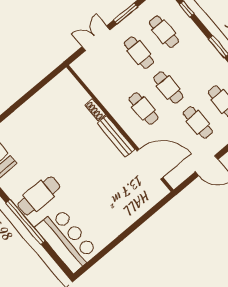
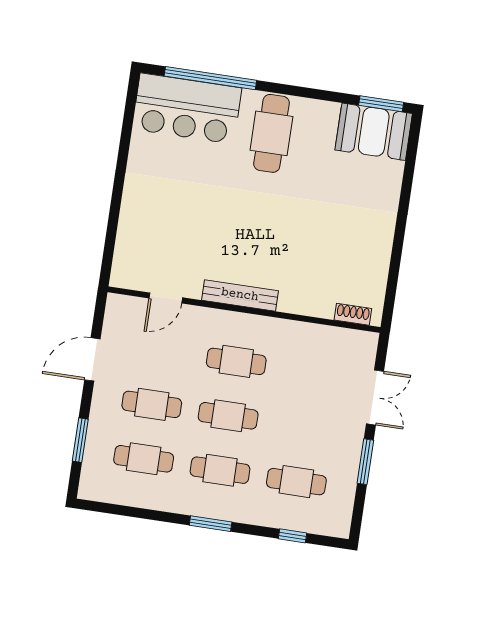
cafe table: (139, 53) -> (220, 470), moved
shoe rack: (95, 110) -> (353, 314), moved
door: (150, 164) -> (166, 298), width x0.53
window: (26, 222) -> (210, 78), moved

